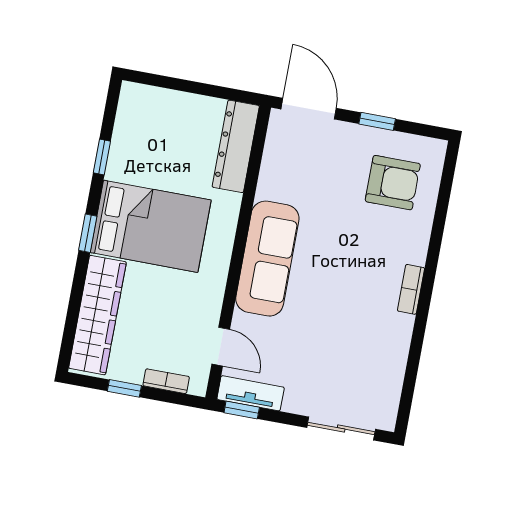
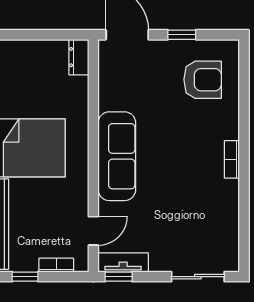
dresser: (236, 146) -> (79, 57), width x0.51, depth x0.80
door: (221, 347) -> (93, 231), hinge flipped

